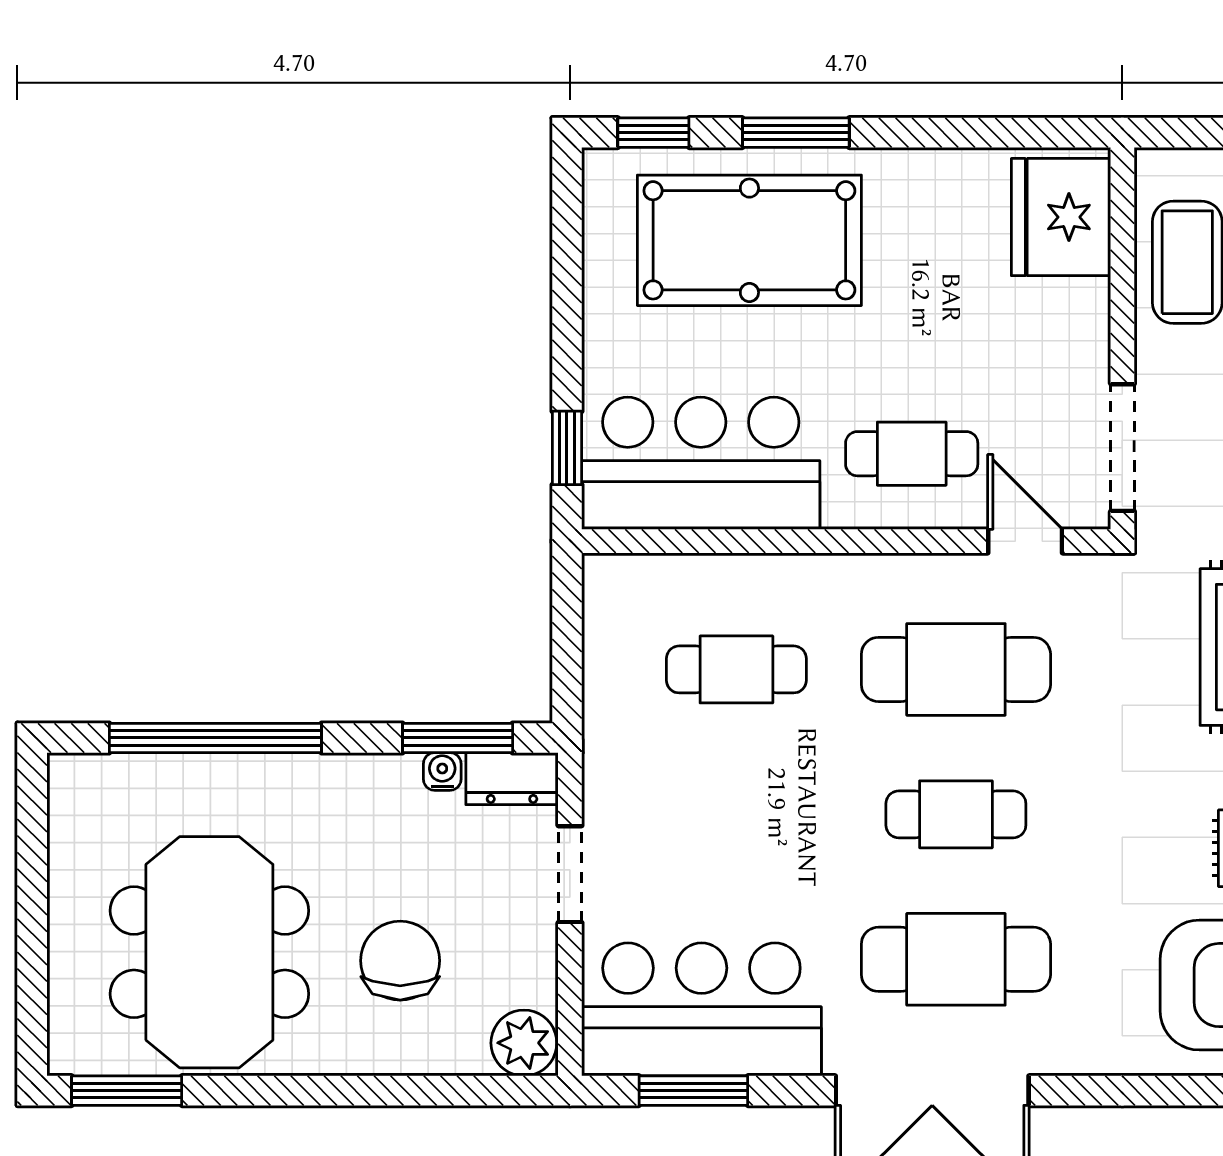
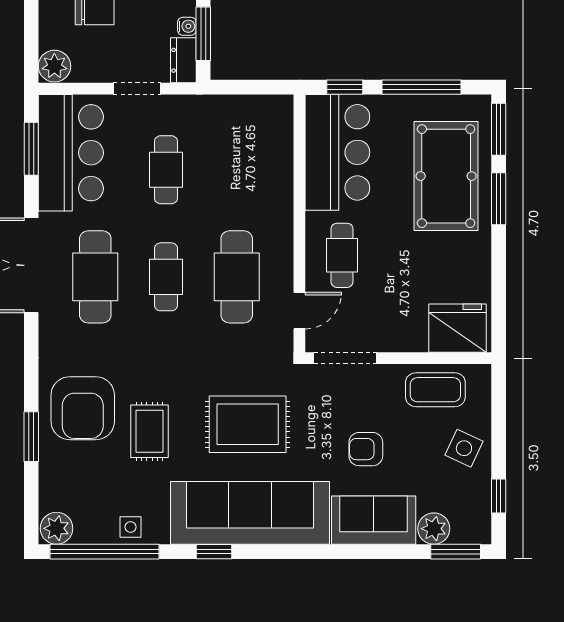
window: (653, 133) -> (499, 129), width x1.50
window: (567, 291) -> (422, 87), added
cafe table: (736, 669) -> (166, 170), moved

